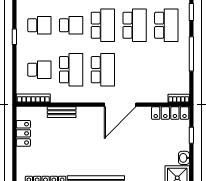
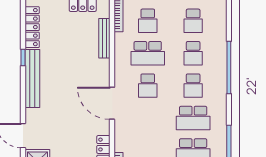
school desk: (103, 25) -> (193, 86), width x0.54
school desk: (103, 70) -> (148, 86), width x0.54
bench: (62, 112) -> (104, 38), width x1.36

